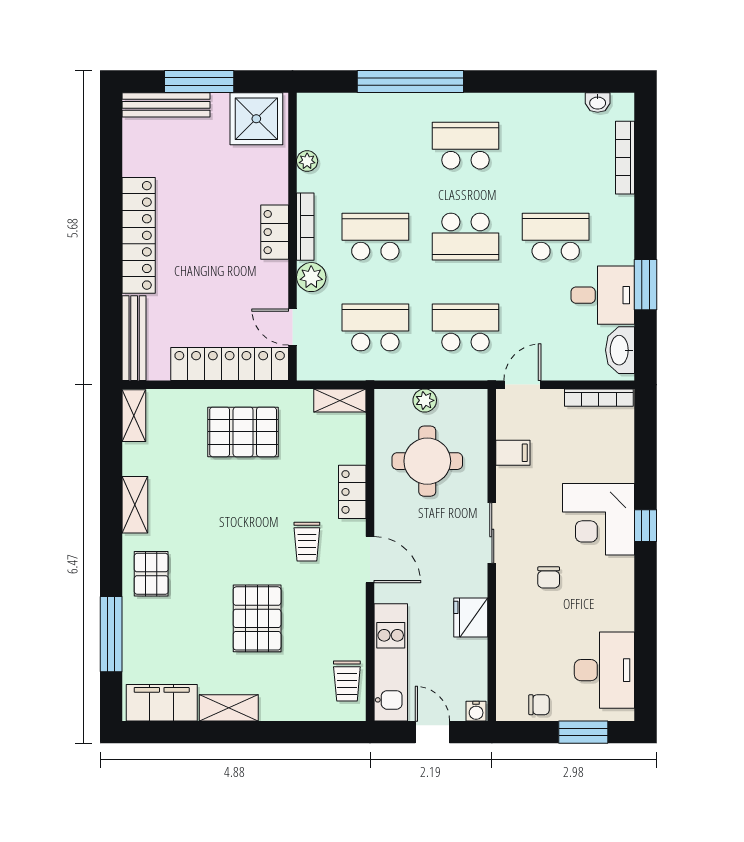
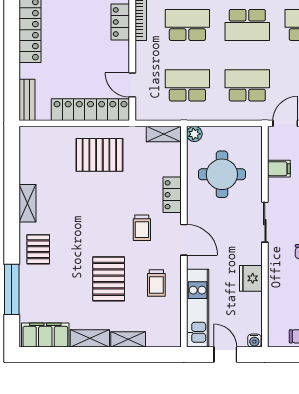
plant: (311, 277) -> (145, 52), removed
bench: (134, 338) -> (27, 100), width x0.73
plant: (425, 400) -> (194, 134), moved
shelving: (134, 416) -> (128, 339), moved, turned 90
trolley: (347, 681) -> (156, 283), moved

